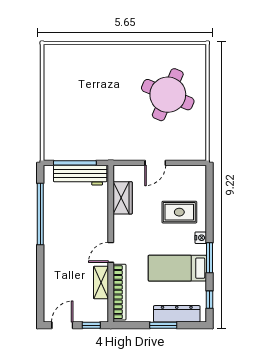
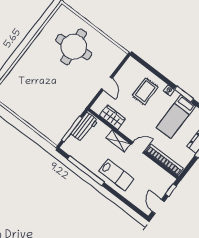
round table: (168, 95) -> (74, 47), turned -30
workbench: (80, 175) -> (84, 127), width x0.73
lab bench: (62, 252) -> (116, 175), added
door: (111, 252) -> (138, 147), swing flipped
shelving: (101, 283) -> (118, 141), moved

